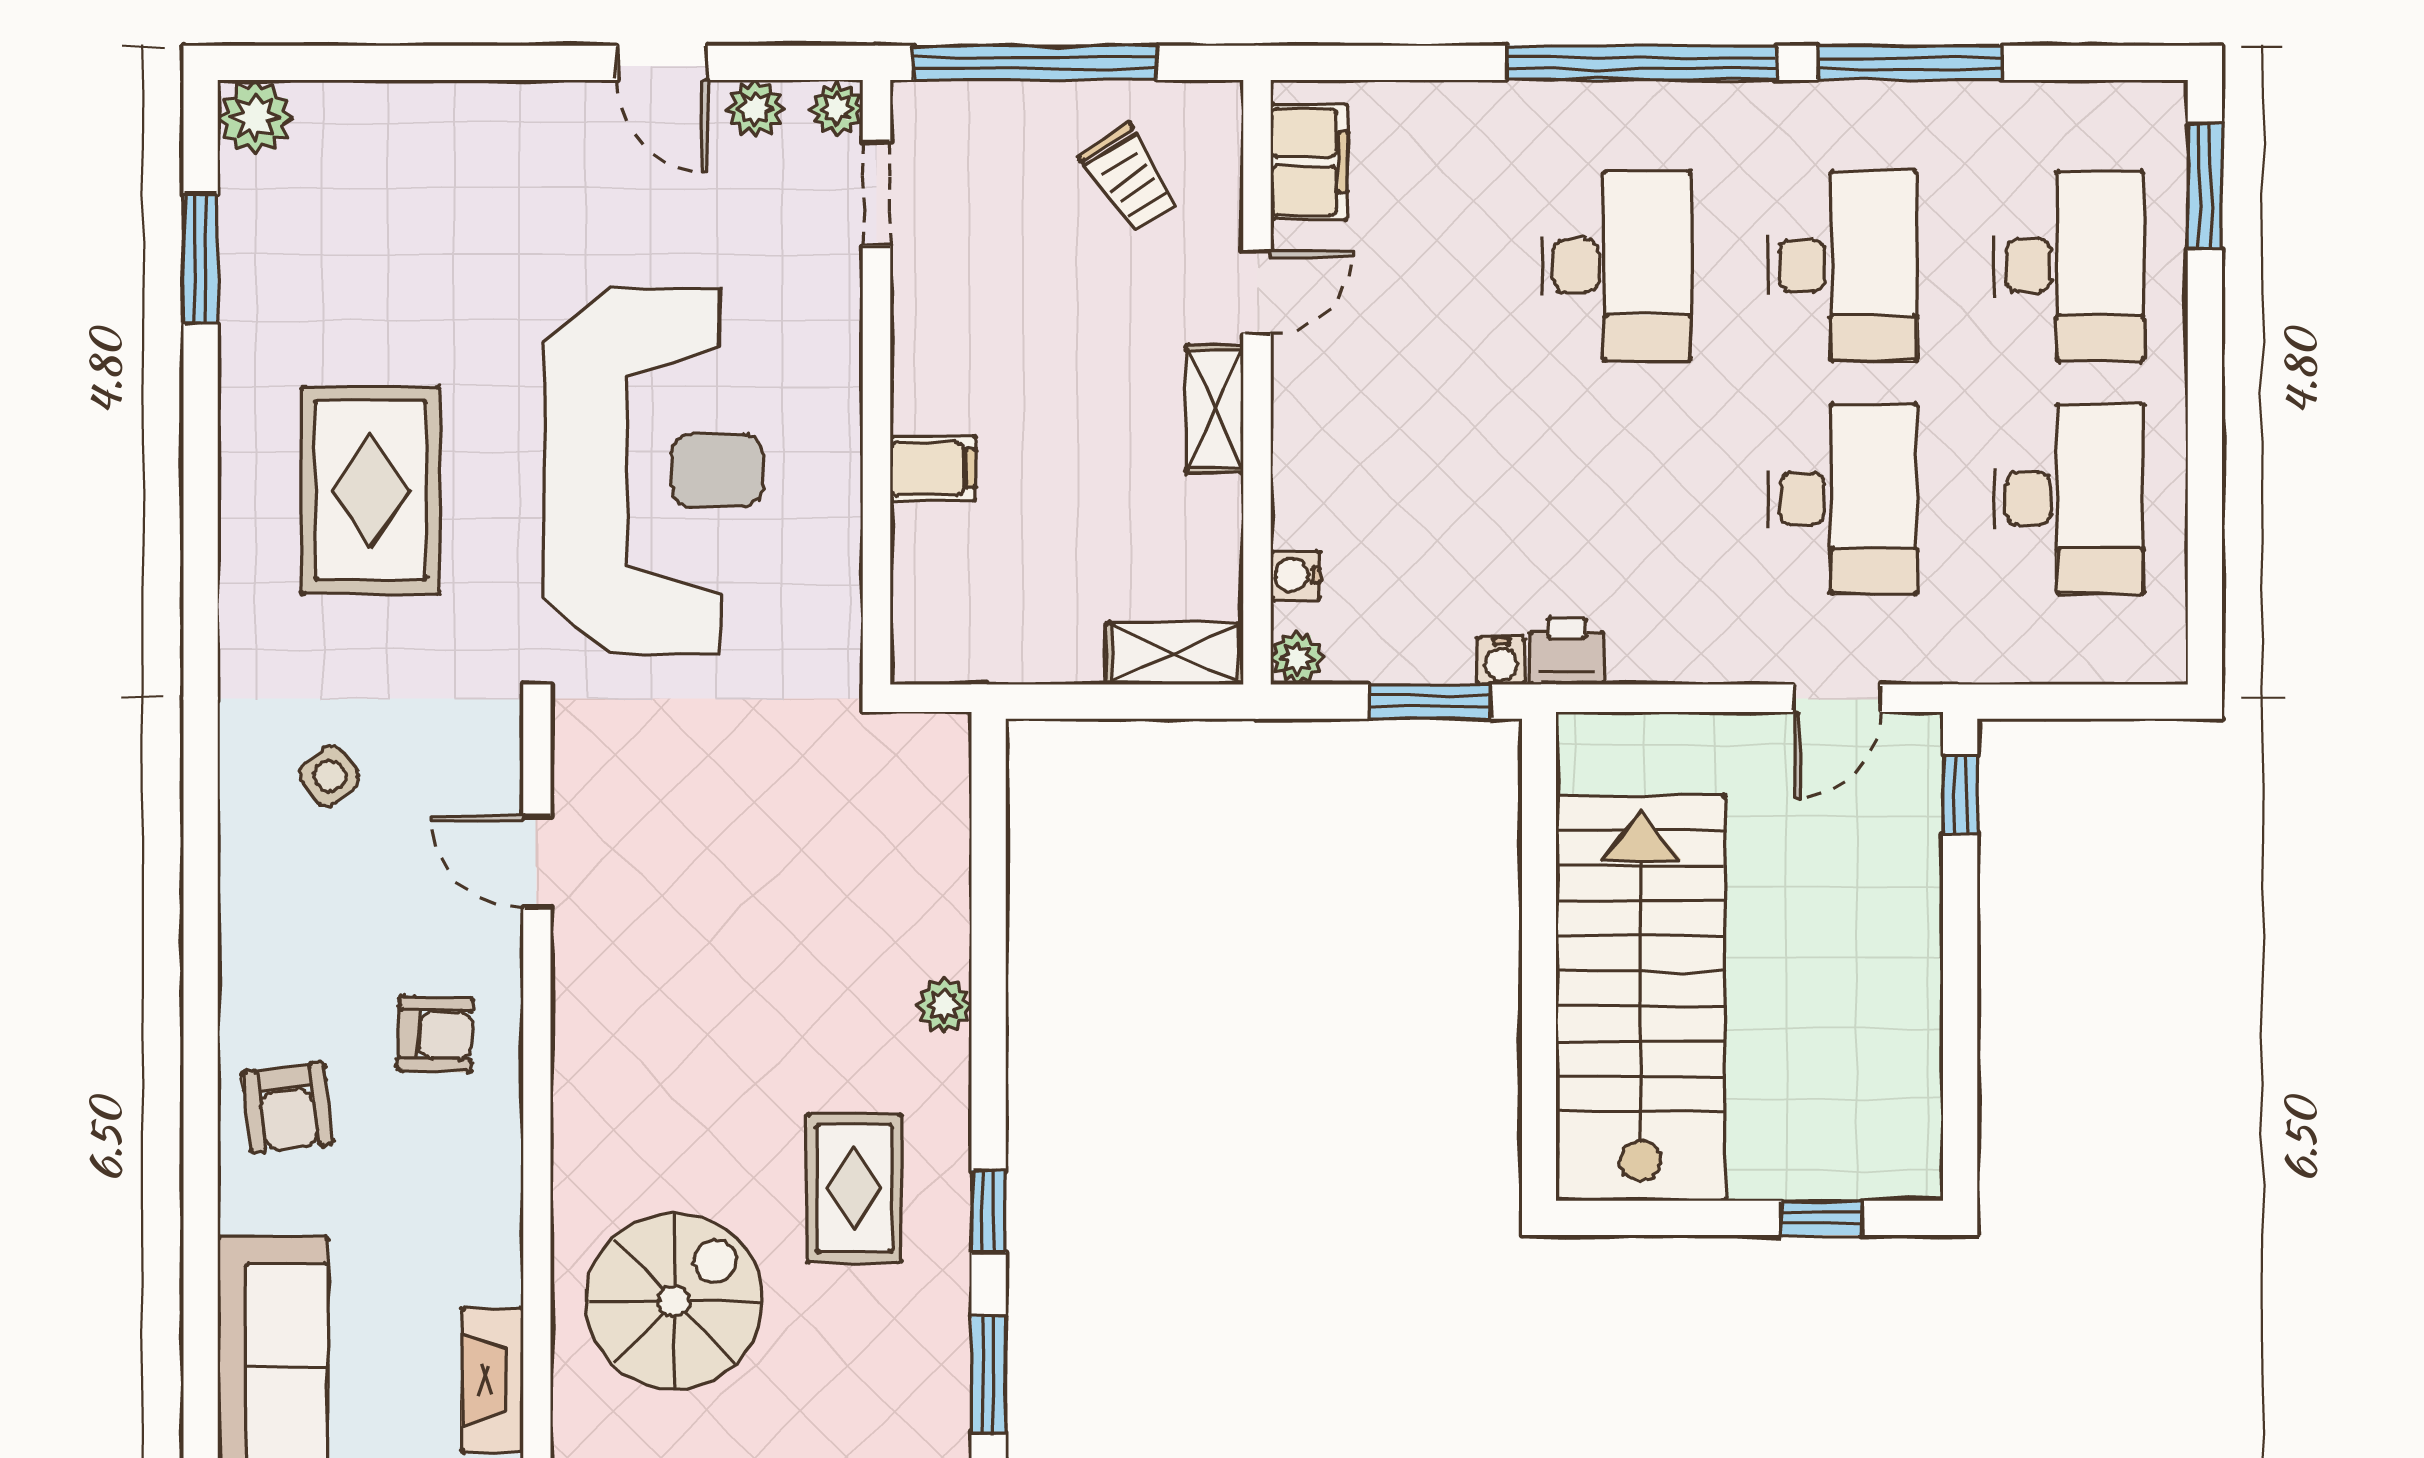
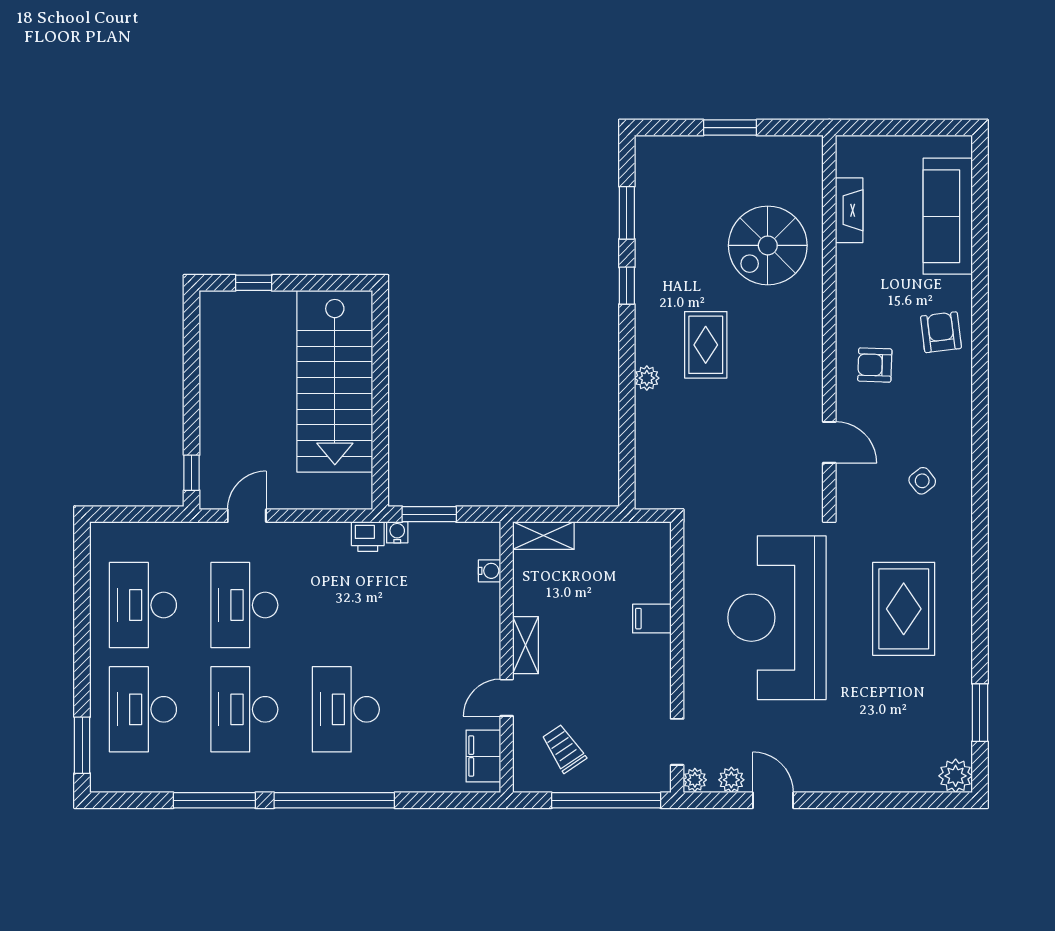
plant: (1297, 658) -> (489, 534), removed
rug: (854, 1188) -> (706, 345), moved

